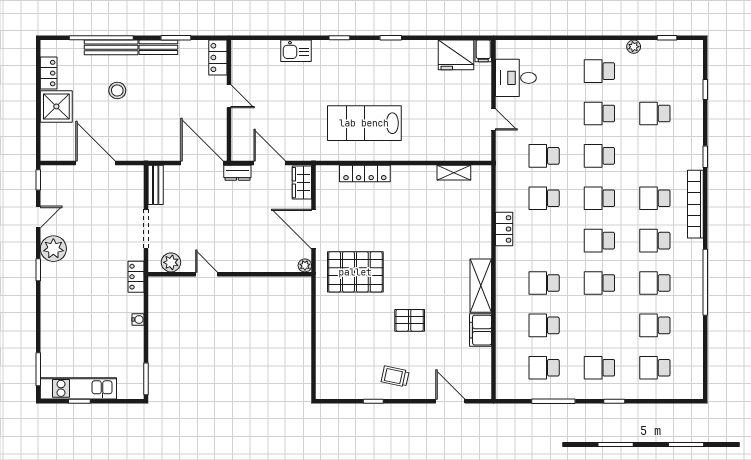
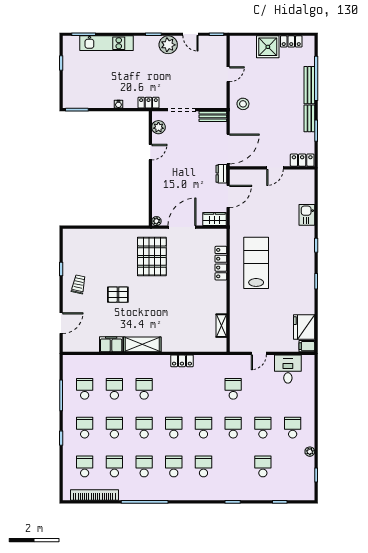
stool: (117, 90) -> (243, 104), moved
door: (95, 163) -> (228, 74), width x0.53
school desk: (544, 198) -> (114, 428), moved
bookcase: (695, 204) -> (94, 495), moved
pallet: (410, 320) -> (118, 295), turned 90
kitchen unit: (78, 388) -> (107, 43), moved, turned 90

